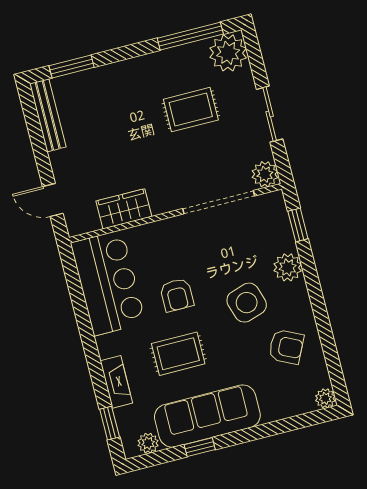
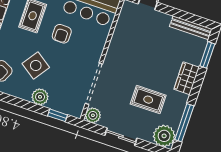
rug: (191, 110) -> (148, 100), turned 90
wardrobe: (124, 209) -> (187, 78), moved, turned 180
armchair: (177, 295) -> (62, 34), turned -90
side table: (247, 303) -> (36, 66), turned -37

